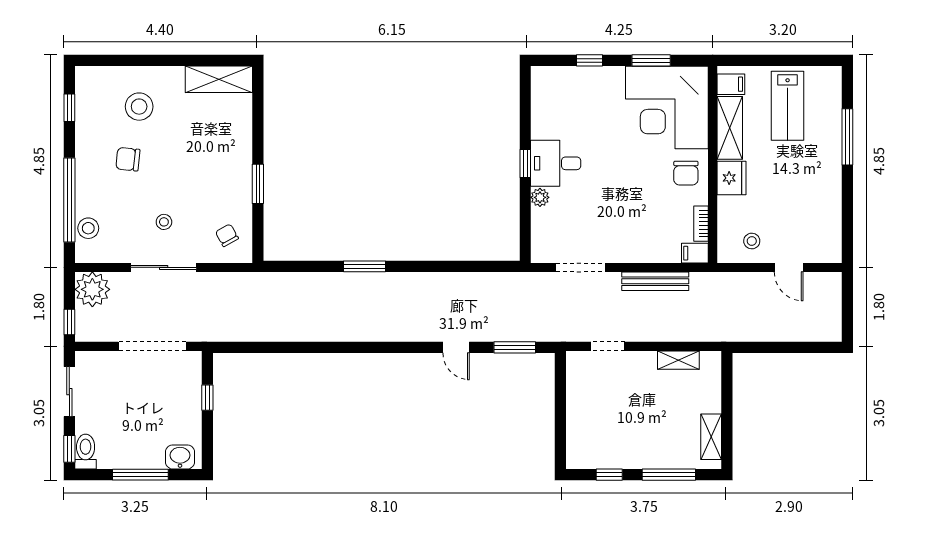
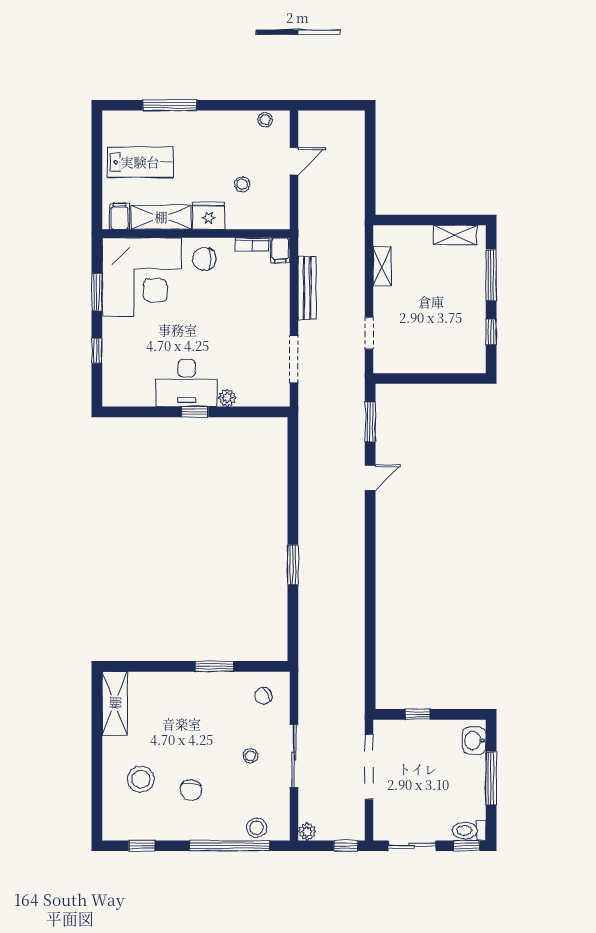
desk: (556, 163) -> (187, 383), width x1.37
chair: (686, 173) -> (204, 259), turned 180
stool: (832, 237) -> (265, 120), added
stool: (752, 241) -> (242, 184), moved
plant: (92, 289) -> (307, 832), width x0.53, depth x0.53

